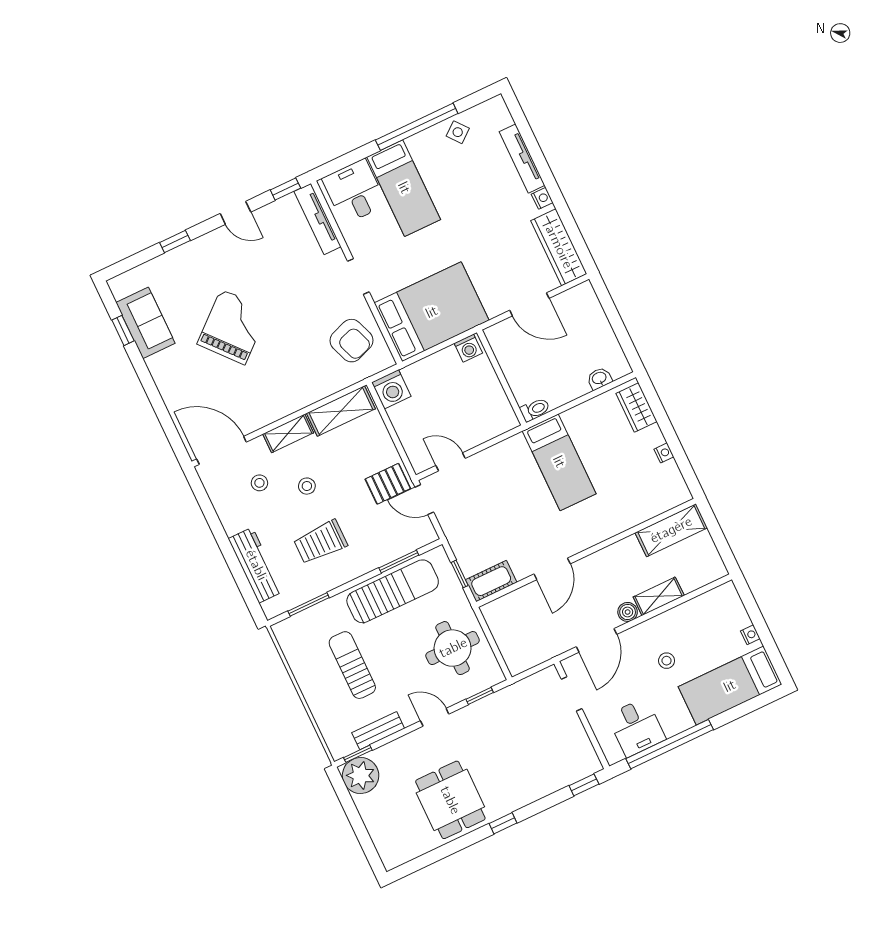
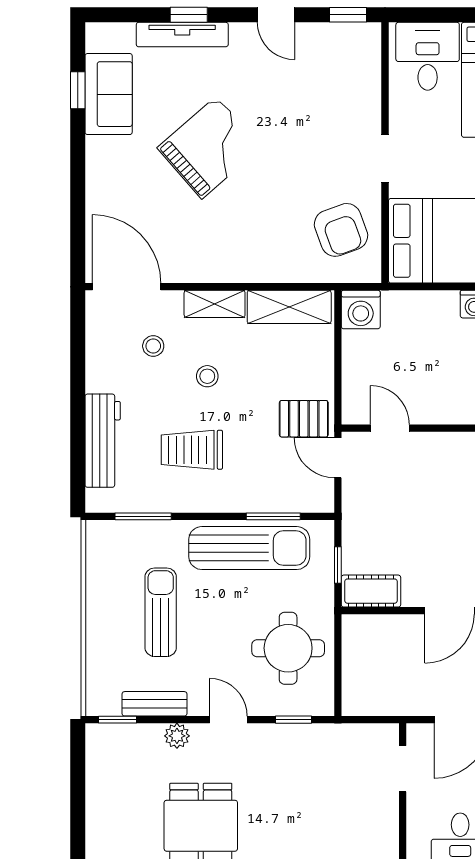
tv unit: (318, 219) -> (182, 35), moved, turned -90
plant: (361, 775) -> (177, 736), moved, width x0.53, depth x0.53

